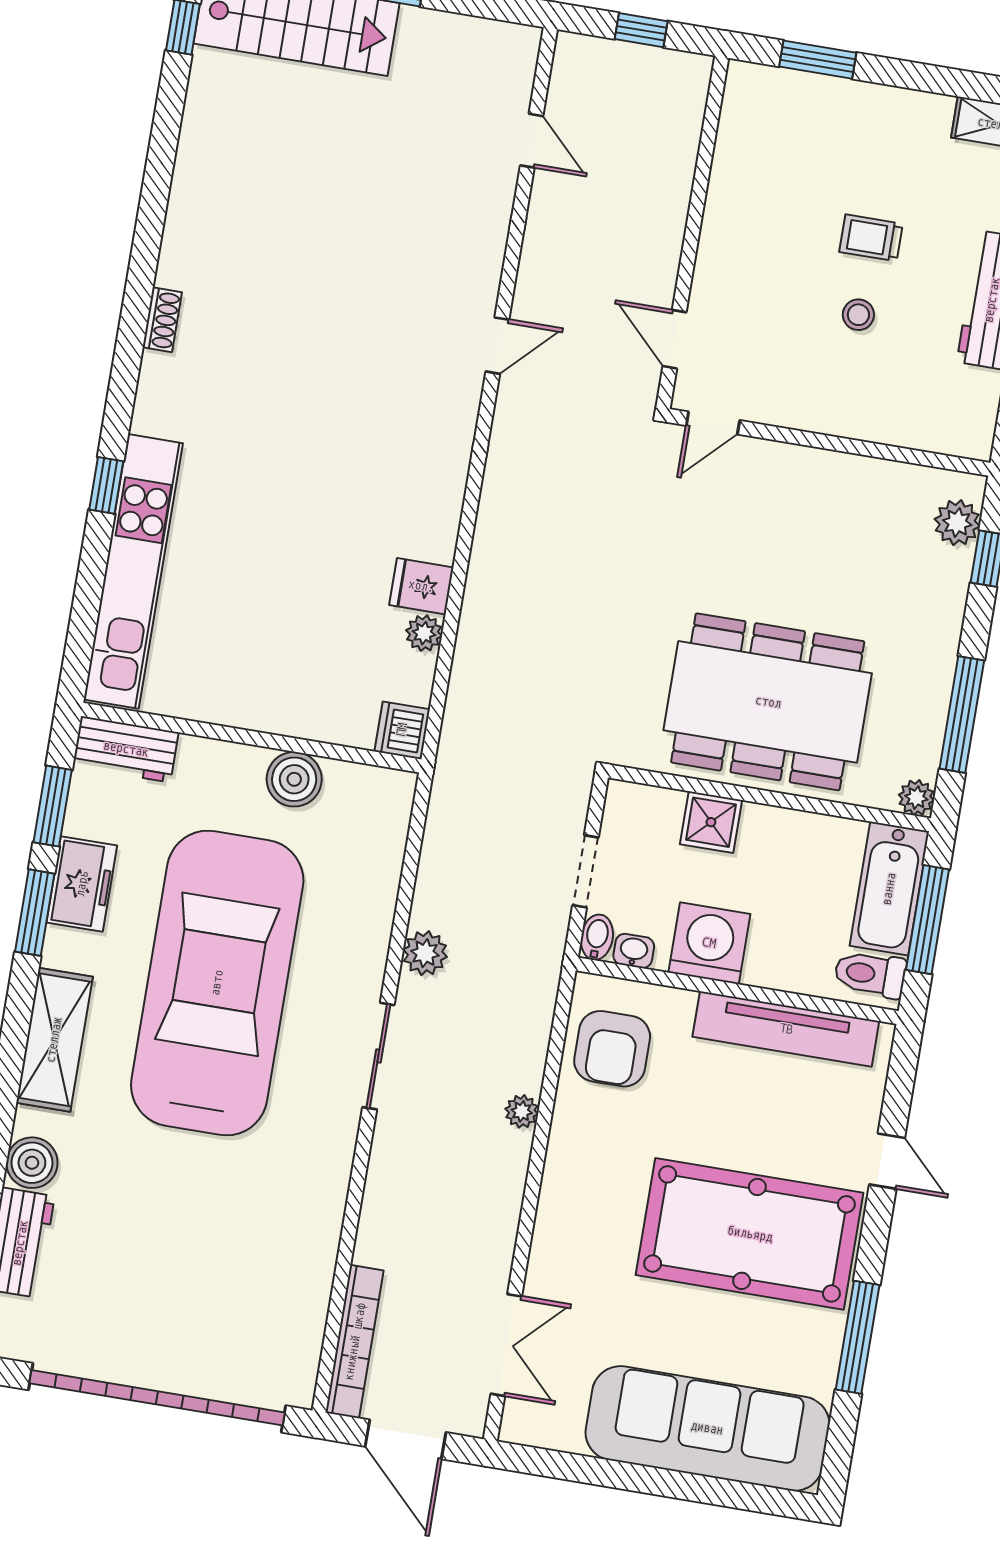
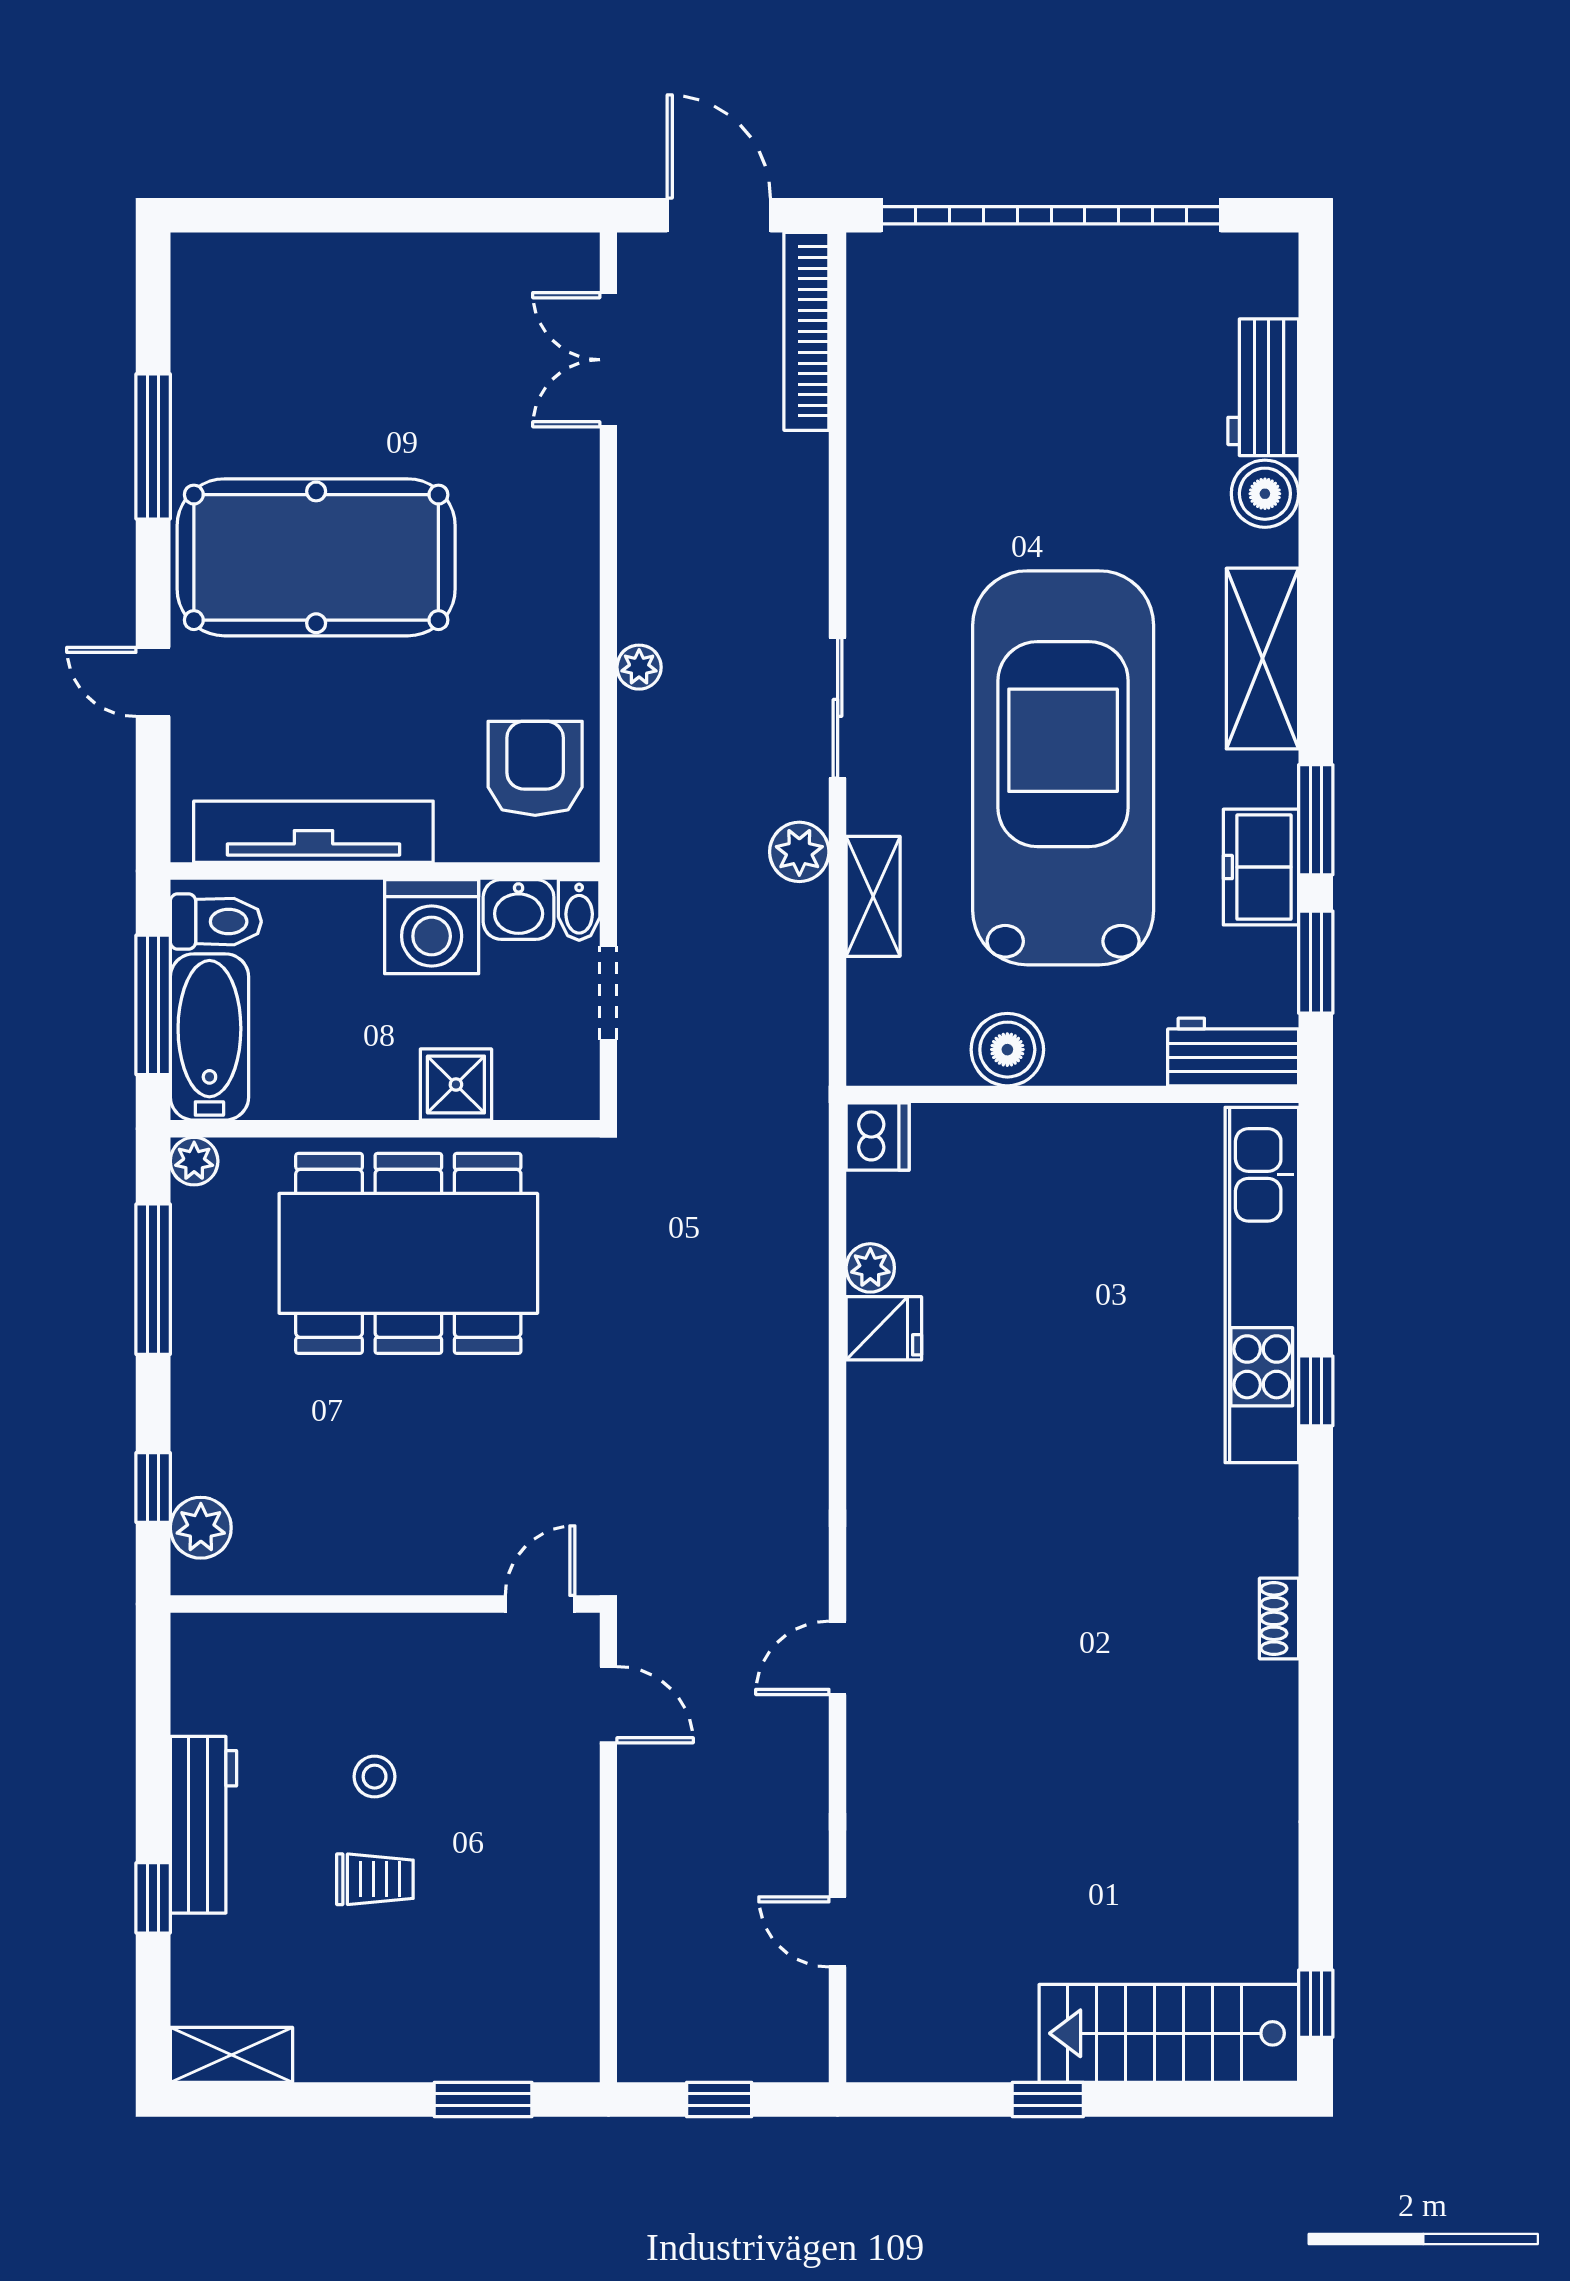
shelving: (375, 911) -> (873, 896), added
washbasin: (634, 951) -> (519, 909), width x1.38, depth x1.45
car: (217, 983) -> (1063, 768), turned 180
sofa: (707, 1428) -> (328, 295), removed

